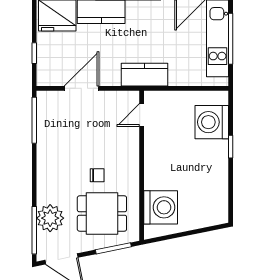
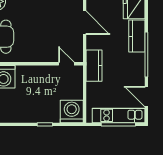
washing machine: (212, 122) -> (72, 111), moved
chair: (97, 175) -> (25, 33), removed

